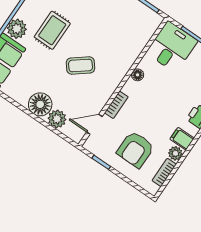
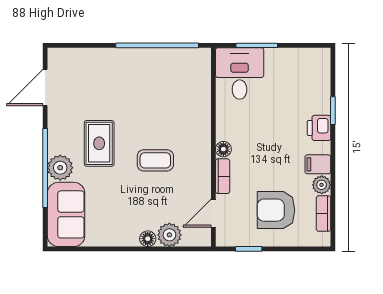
coffee table: (81, 65) -> (155, 160), turned 38
floor lamp: (138, 75) -> (223, 149), moved
floor lamp: (40, 104) -> (148, 239), width x0.53, depth x0.53
armchair: (135, 150) -> (276, 210), turned 90

